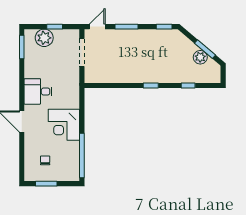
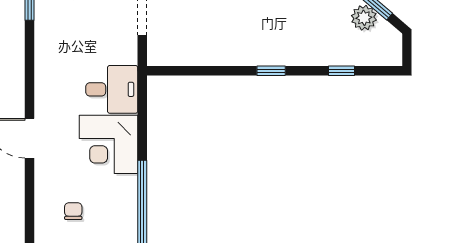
desk: (38, 91) -> (112, 89), moved, turned 180

